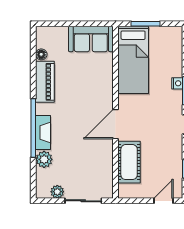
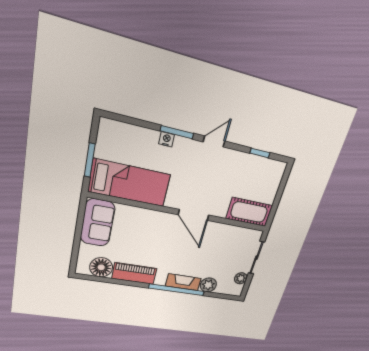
floor lamp: (41, 54) -> (101, 267), width x1.89, depth x1.89
cot: (129, 162) -> (249, 212), moved
door: (164, 201) -> (283, 183), removed

